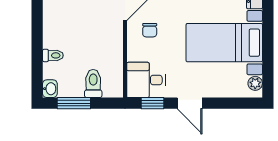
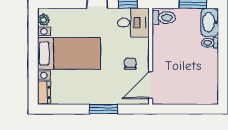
toilet: (93, 84) -> (164, 18), moved, turned -90
washbasin: (50, 89) -> (210, 22), width x1.91, depth x1.45

